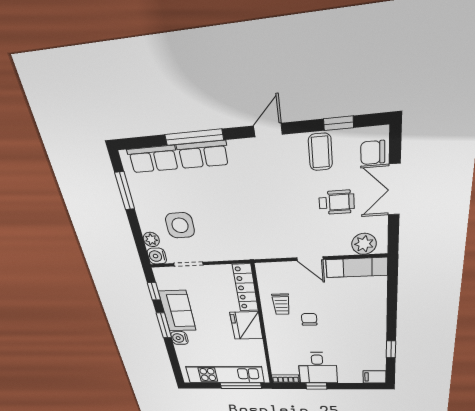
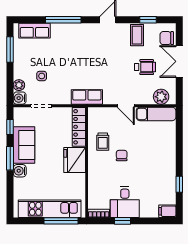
row of seats: (203, 155) -> (87, 97), moved, turned 180
side table: (180, 225) -> (42, 76), width x0.54, depth x0.54

